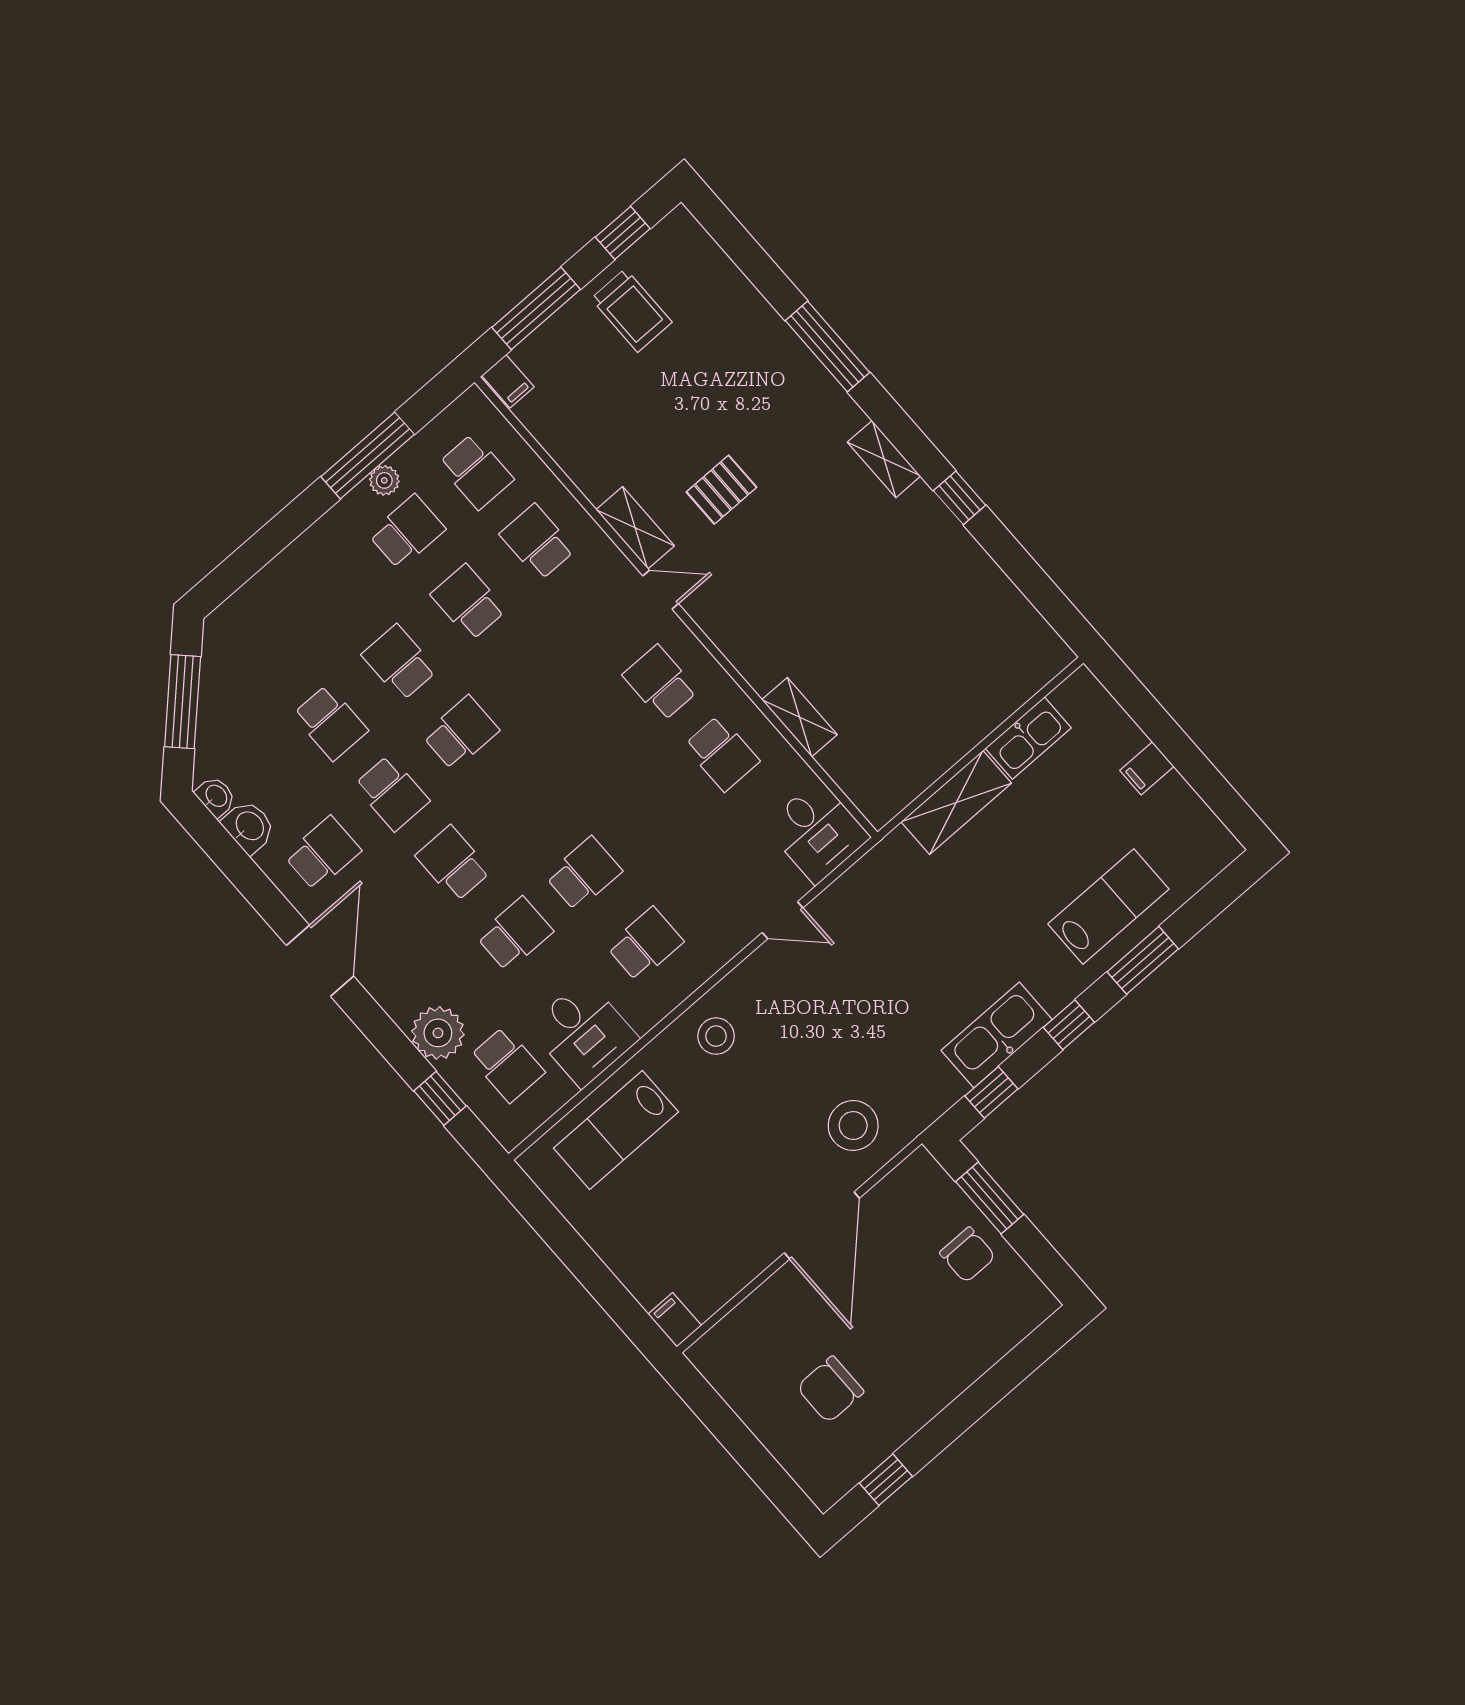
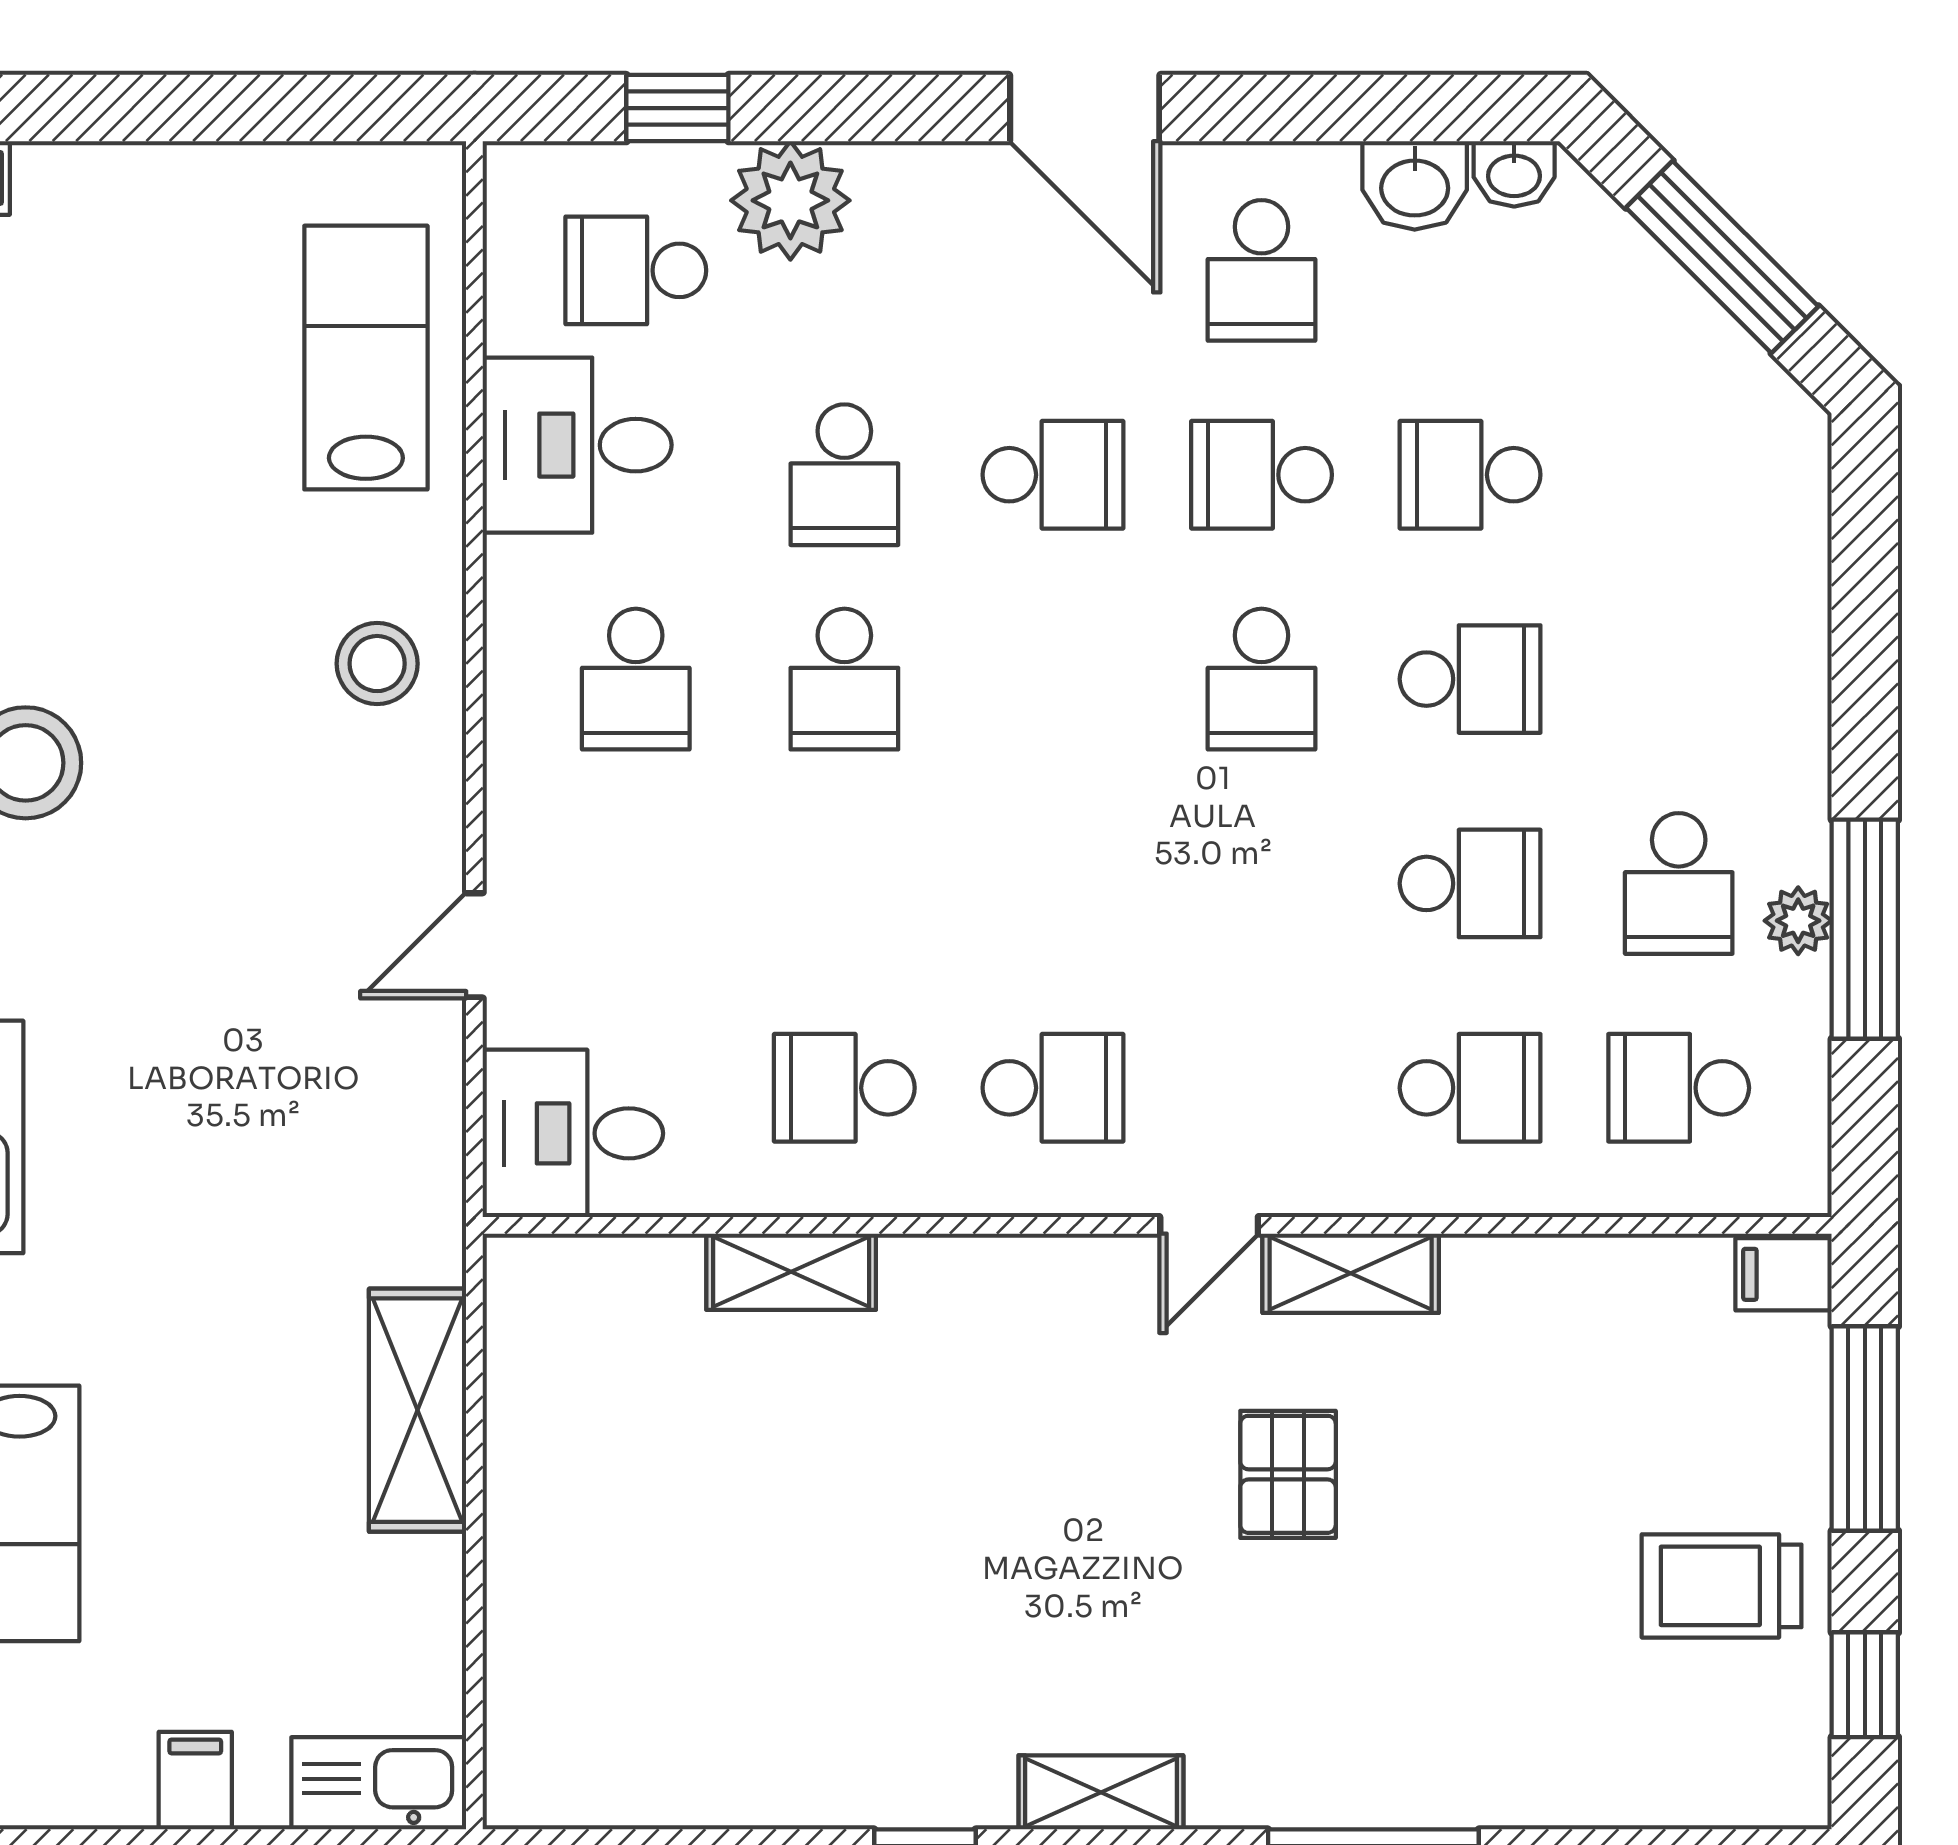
kitchen sink: (1028, 738) -> (379, 1783), moved, turned 90

